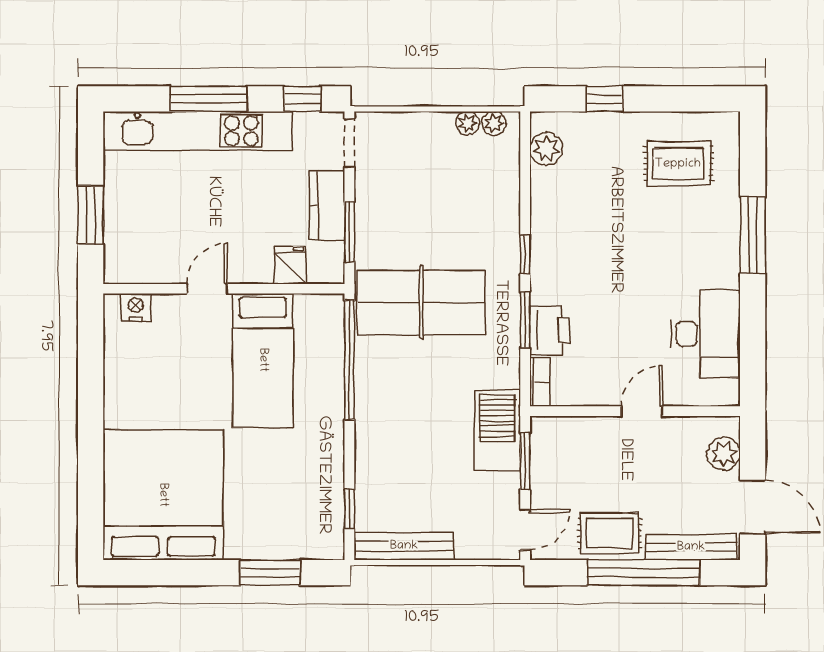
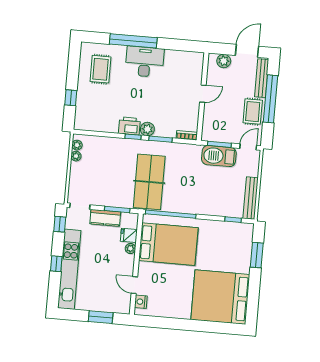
window: (208, 99) -> (56, 264), width x0.46
plant: (546, 149) -> (147, 129), moved
window: (753, 235) -> (133, 41), width x1.46
plant: (260, 272) -> (130, 249), added
door: (207, 289) -> (134, 285), moved
printer: (550, 330) -> (129, 126), moved
desk: (705, 334) -> (145, 62), moved
bed: (263, 360) -> (168, 244), width x1.50
door: (642, 411) -> (203, 94), swing flipped
barbecue: (497, 430) -> (219, 156), moved
door: (525, 530) -> (248, 147), hinge flipped

